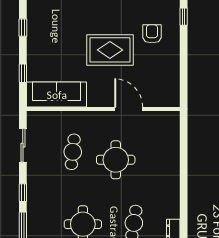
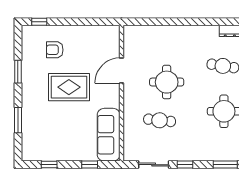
rug: (110, 50) -> (69, 87), turned 90
window: (23, 193) -> (185, 165), moved

